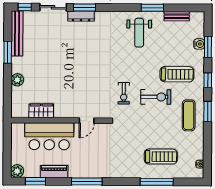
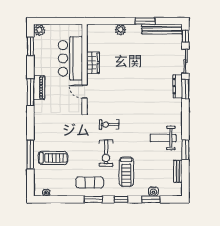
wardrobe: (41, 111) -> (93, 63), moved
treadmill: (161, 157) -> (53, 158), turned -90
piano: (54, 172) -> (39, 88), moved

